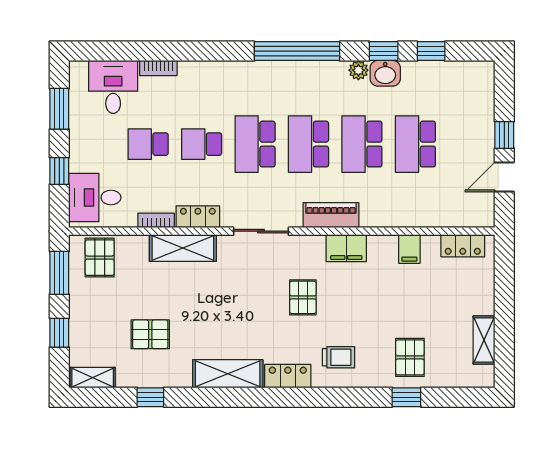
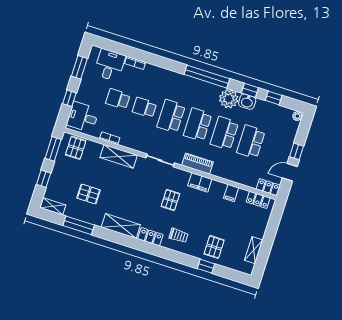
plant: (358, 70) -> (229, 99), width x1.87, depth x1.87
plant: (485, 70) -> (297, 116), added
locker: (198, 217) -> (268, 187), moved
window: (150, 397) -> (79, 225), width x2.17

